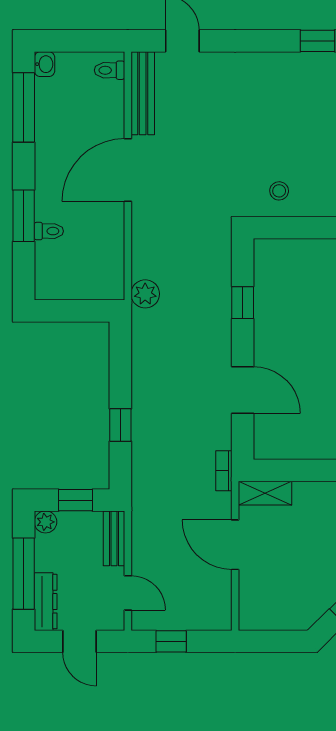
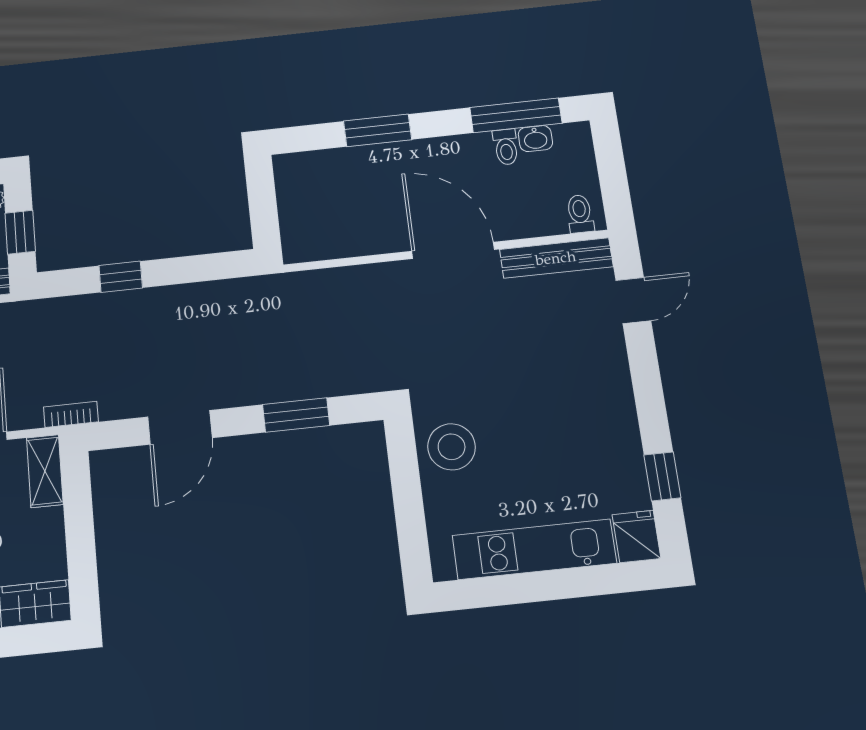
washbasin: (44, 64) -> (535, 139), moved
stool: (279, 191) -> (452, 447), width x1.89, depth x1.89
toilet: (49, 231) -> (506, 147), moved
plant: (145, 294) -> (294, 289), removed
window: (243, 303) -> (296, 415), width x1.50

